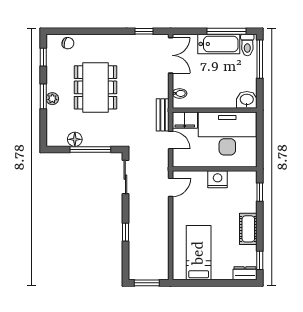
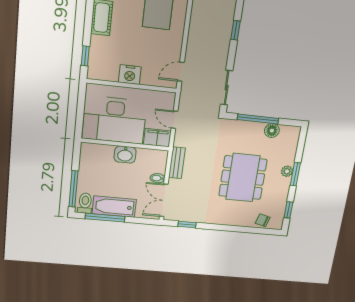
bidet: (180, 93) -> (158, 178), moved
washbasin: (247, 100) -> (125, 155), moved
bench: (163, 115) -> (177, 163), moved

